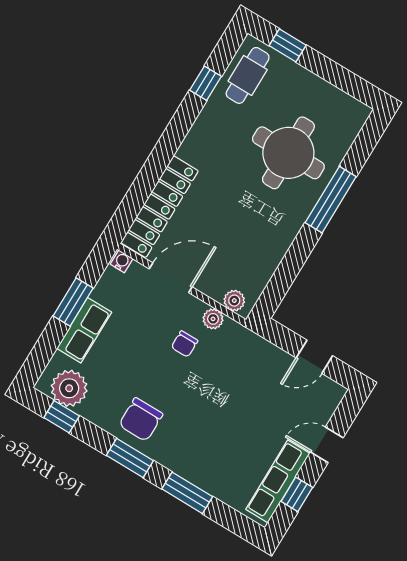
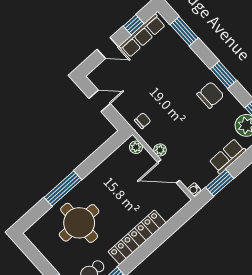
locker: (160, 207) -> (137, 237), moved
window: (73, 302) -> (220, 183), moved
plant: (213, 319) -> (160, 150), moved
chair: (185, 344) -> (143, 121), moved
window: (187, 493) -> (184, 31), moved

